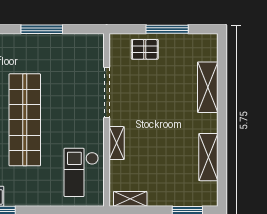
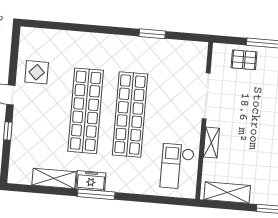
window: (42, 29) -> (152, 34), width x0.69
shelving: (130, 199) -> (227, 192), width x1.50, depth x1.33

